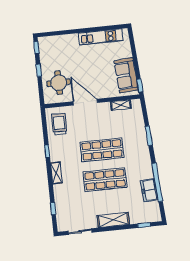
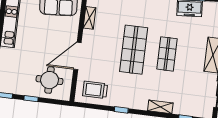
shelving: (56, 173) -> (160, 107), moved
shop shelf: (105, 180) -> (167, 54), width x0.70, depth x0.74

